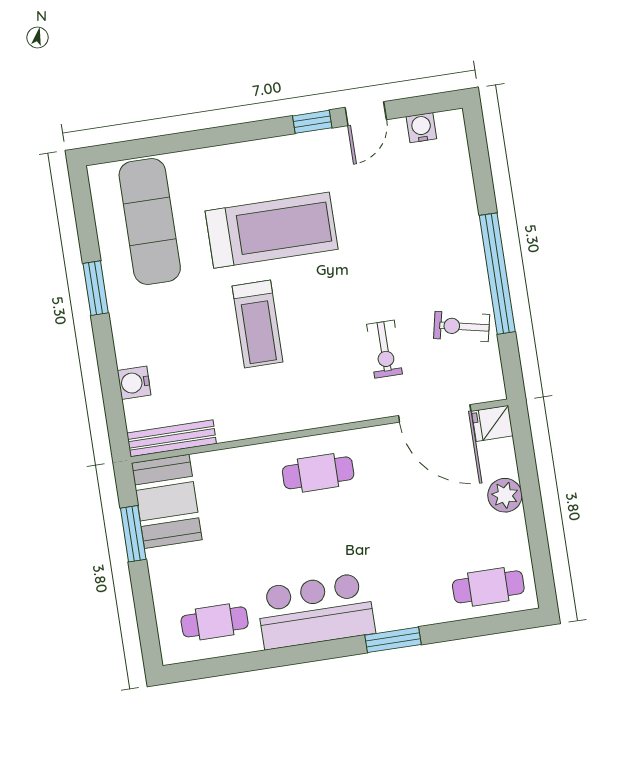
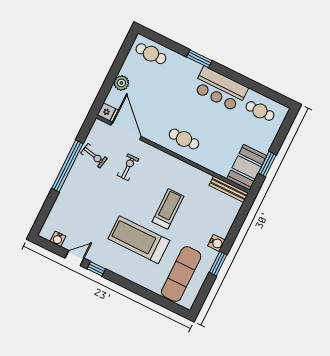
water cooler: (134, 383) -> (216, 243), moved

